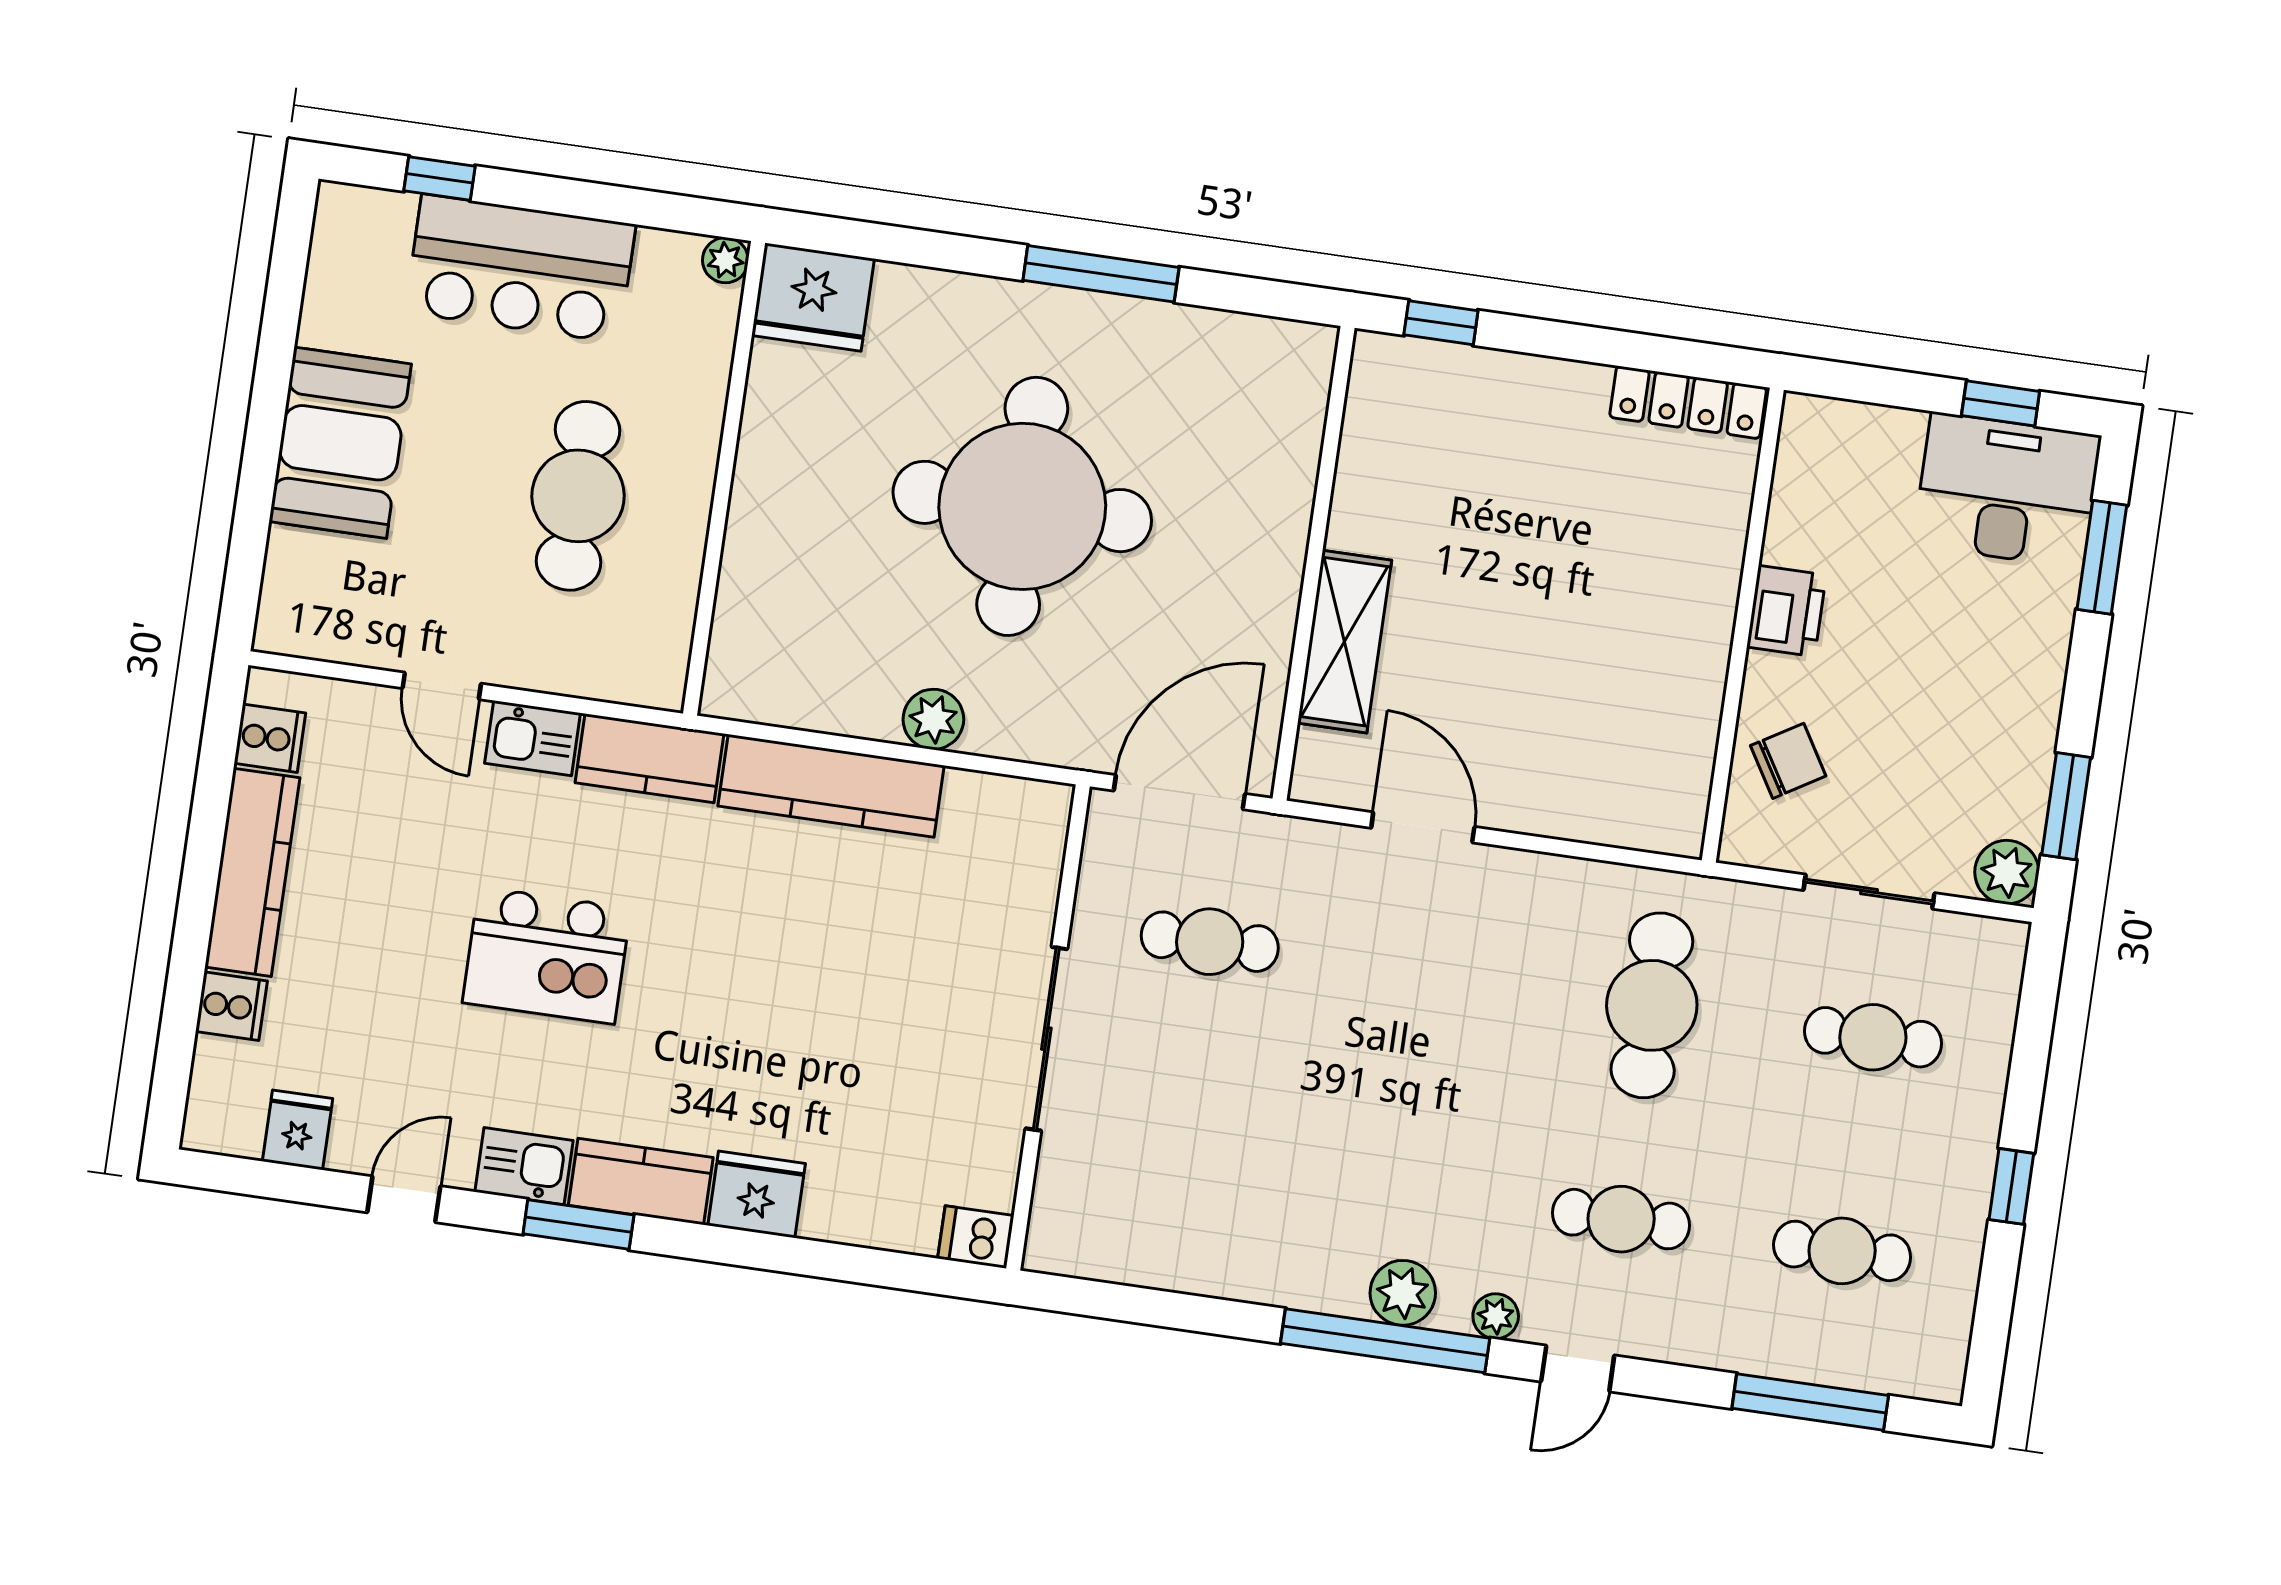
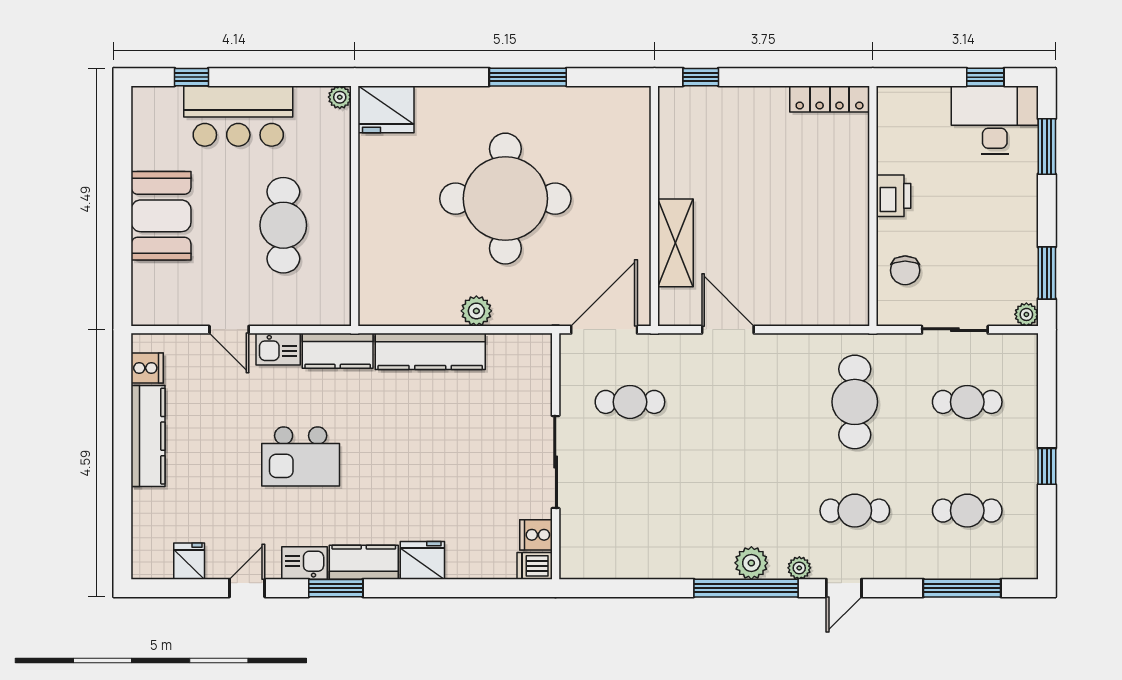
chair: (1788, 761) -> (905, 270), turned 121
plant: (2007, 872) -> (1026, 314), width x0.73, depth x0.73
cooker: (231, 1006) -> (536, 535), moved, turned 180

